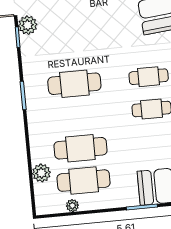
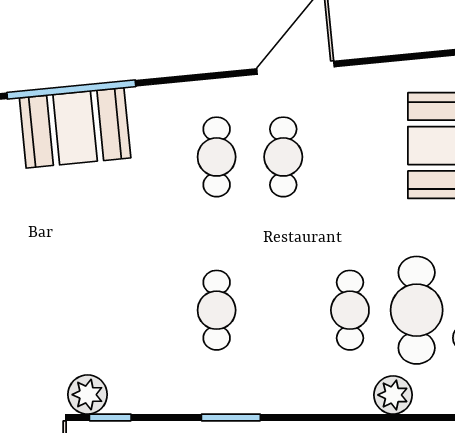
cafe table: (74, 84) -> (217, 310), width x0.73, depth x0.74
cafe table: (80, 148) -> (350, 310), width x0.73, depth x0.74

